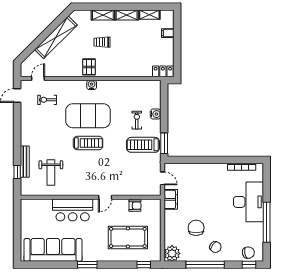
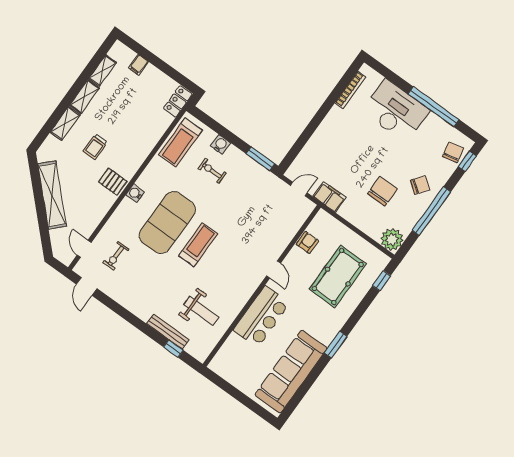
treadmill: (143, 145) -> (180, 143), moved
chair: (196, 228) -> (382, 191), turned 90

